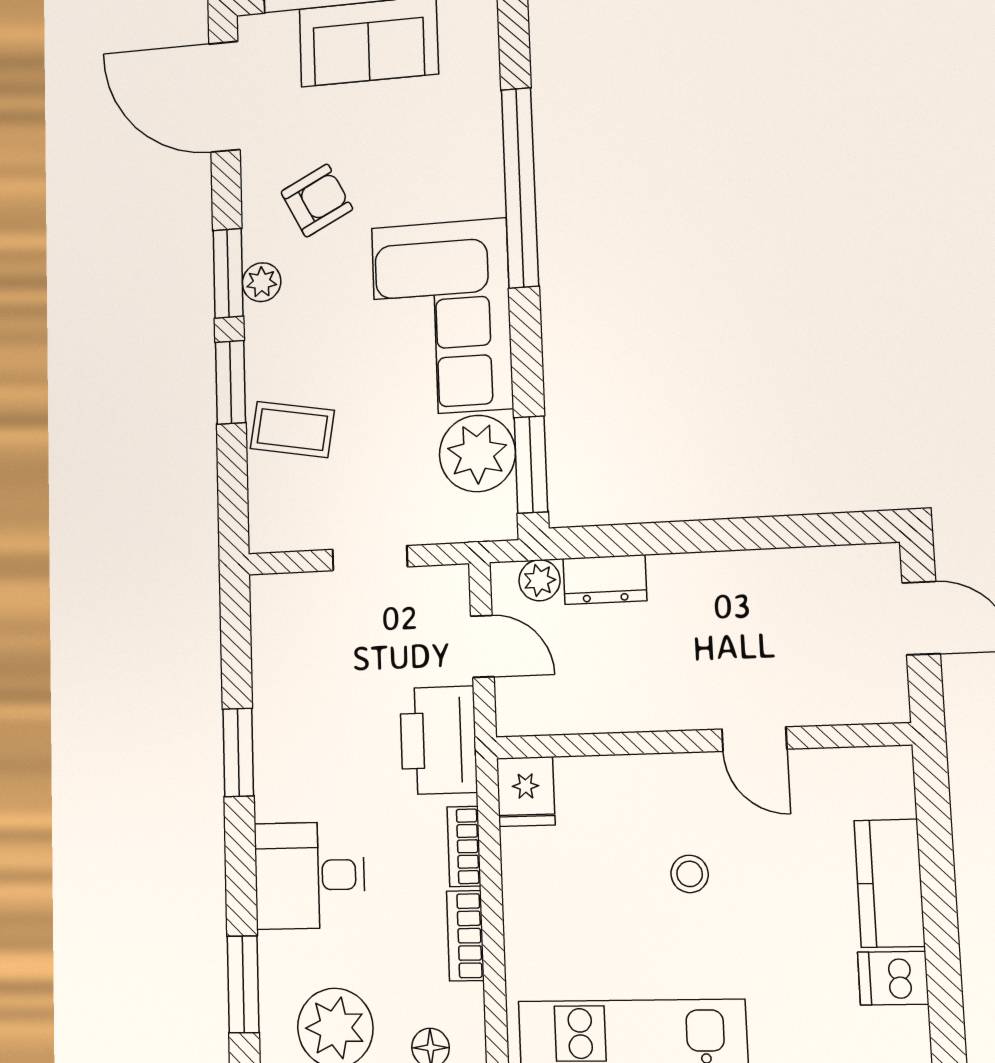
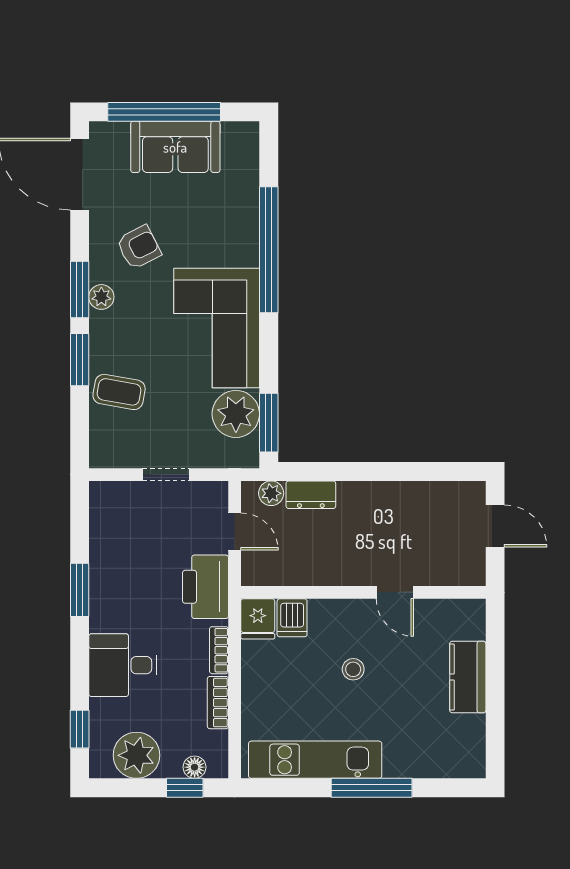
dishwasher: (893, 978) -> (292, 618), moved, turned -90
window: (243, 984) -> (80, 729), width x0.67

